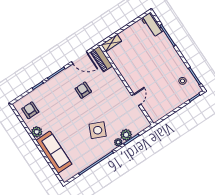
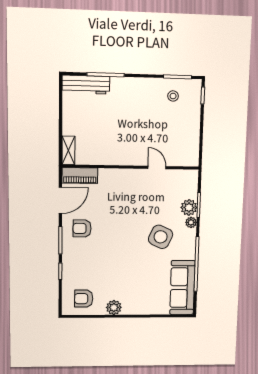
workbench: (152, 25) -> (86, 85), width x1.38
armchair: (83, 90) -> (82, 228), moved
sofa: (54, 152) -> (182, 288), moved, turned -90

